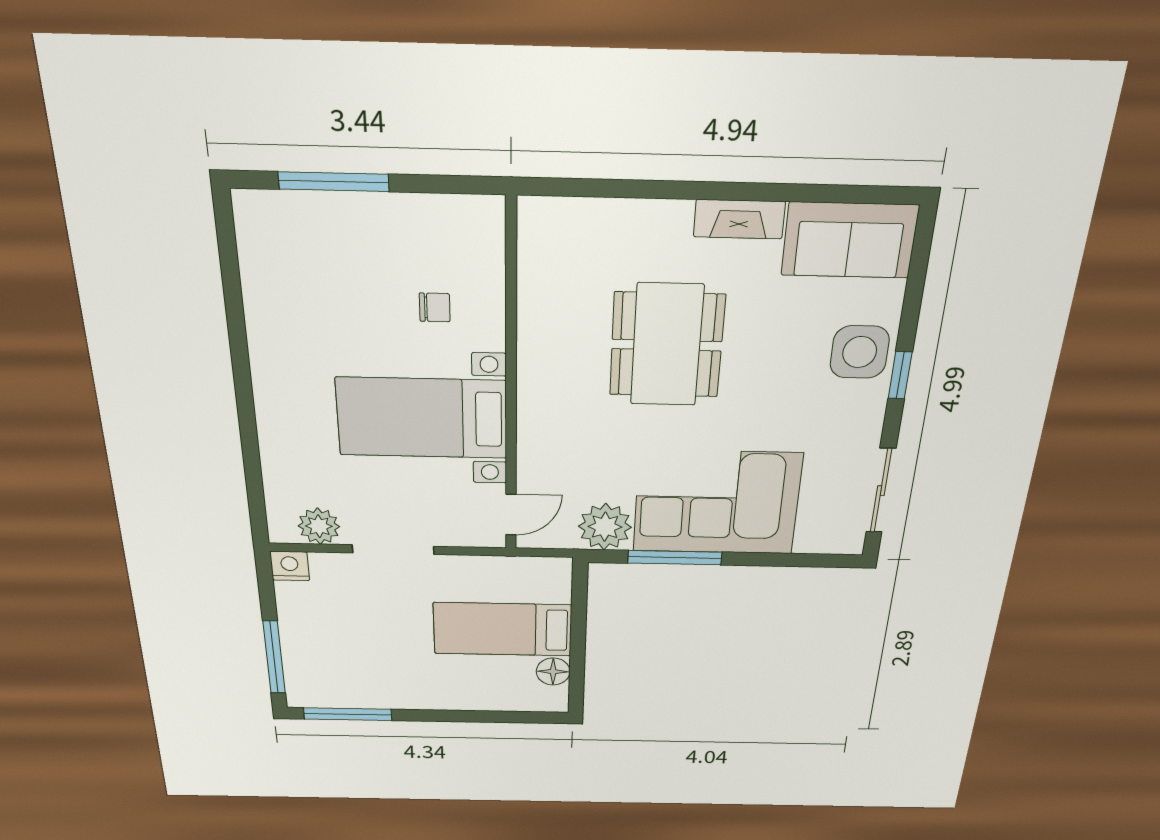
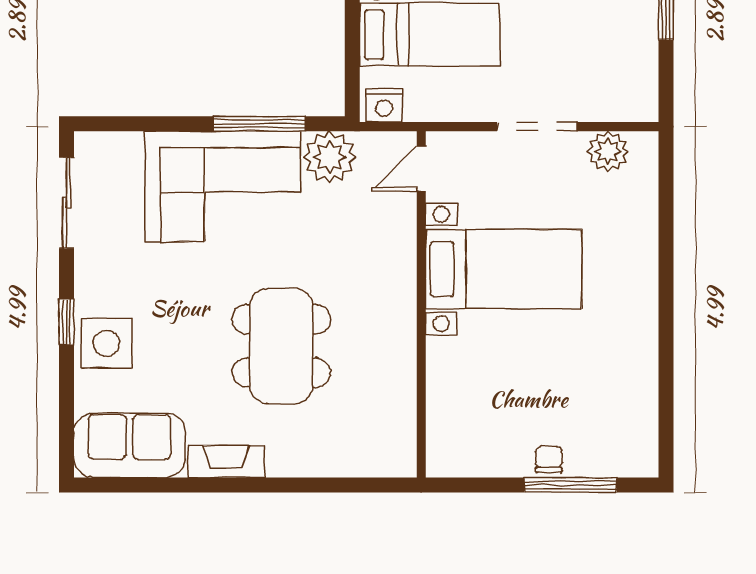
chair: (435, 307) -> (549, 460), moved, turned 90
nightstand: (290, 566) -> (384, 105), moved

